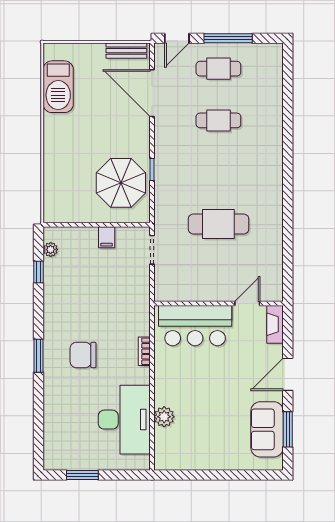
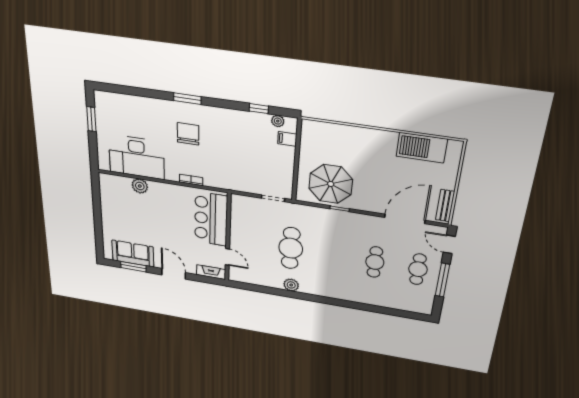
plant: (273, 220) -> (291, 285), added
filing cabinet: (107, 237) -> (287, 139), moved

